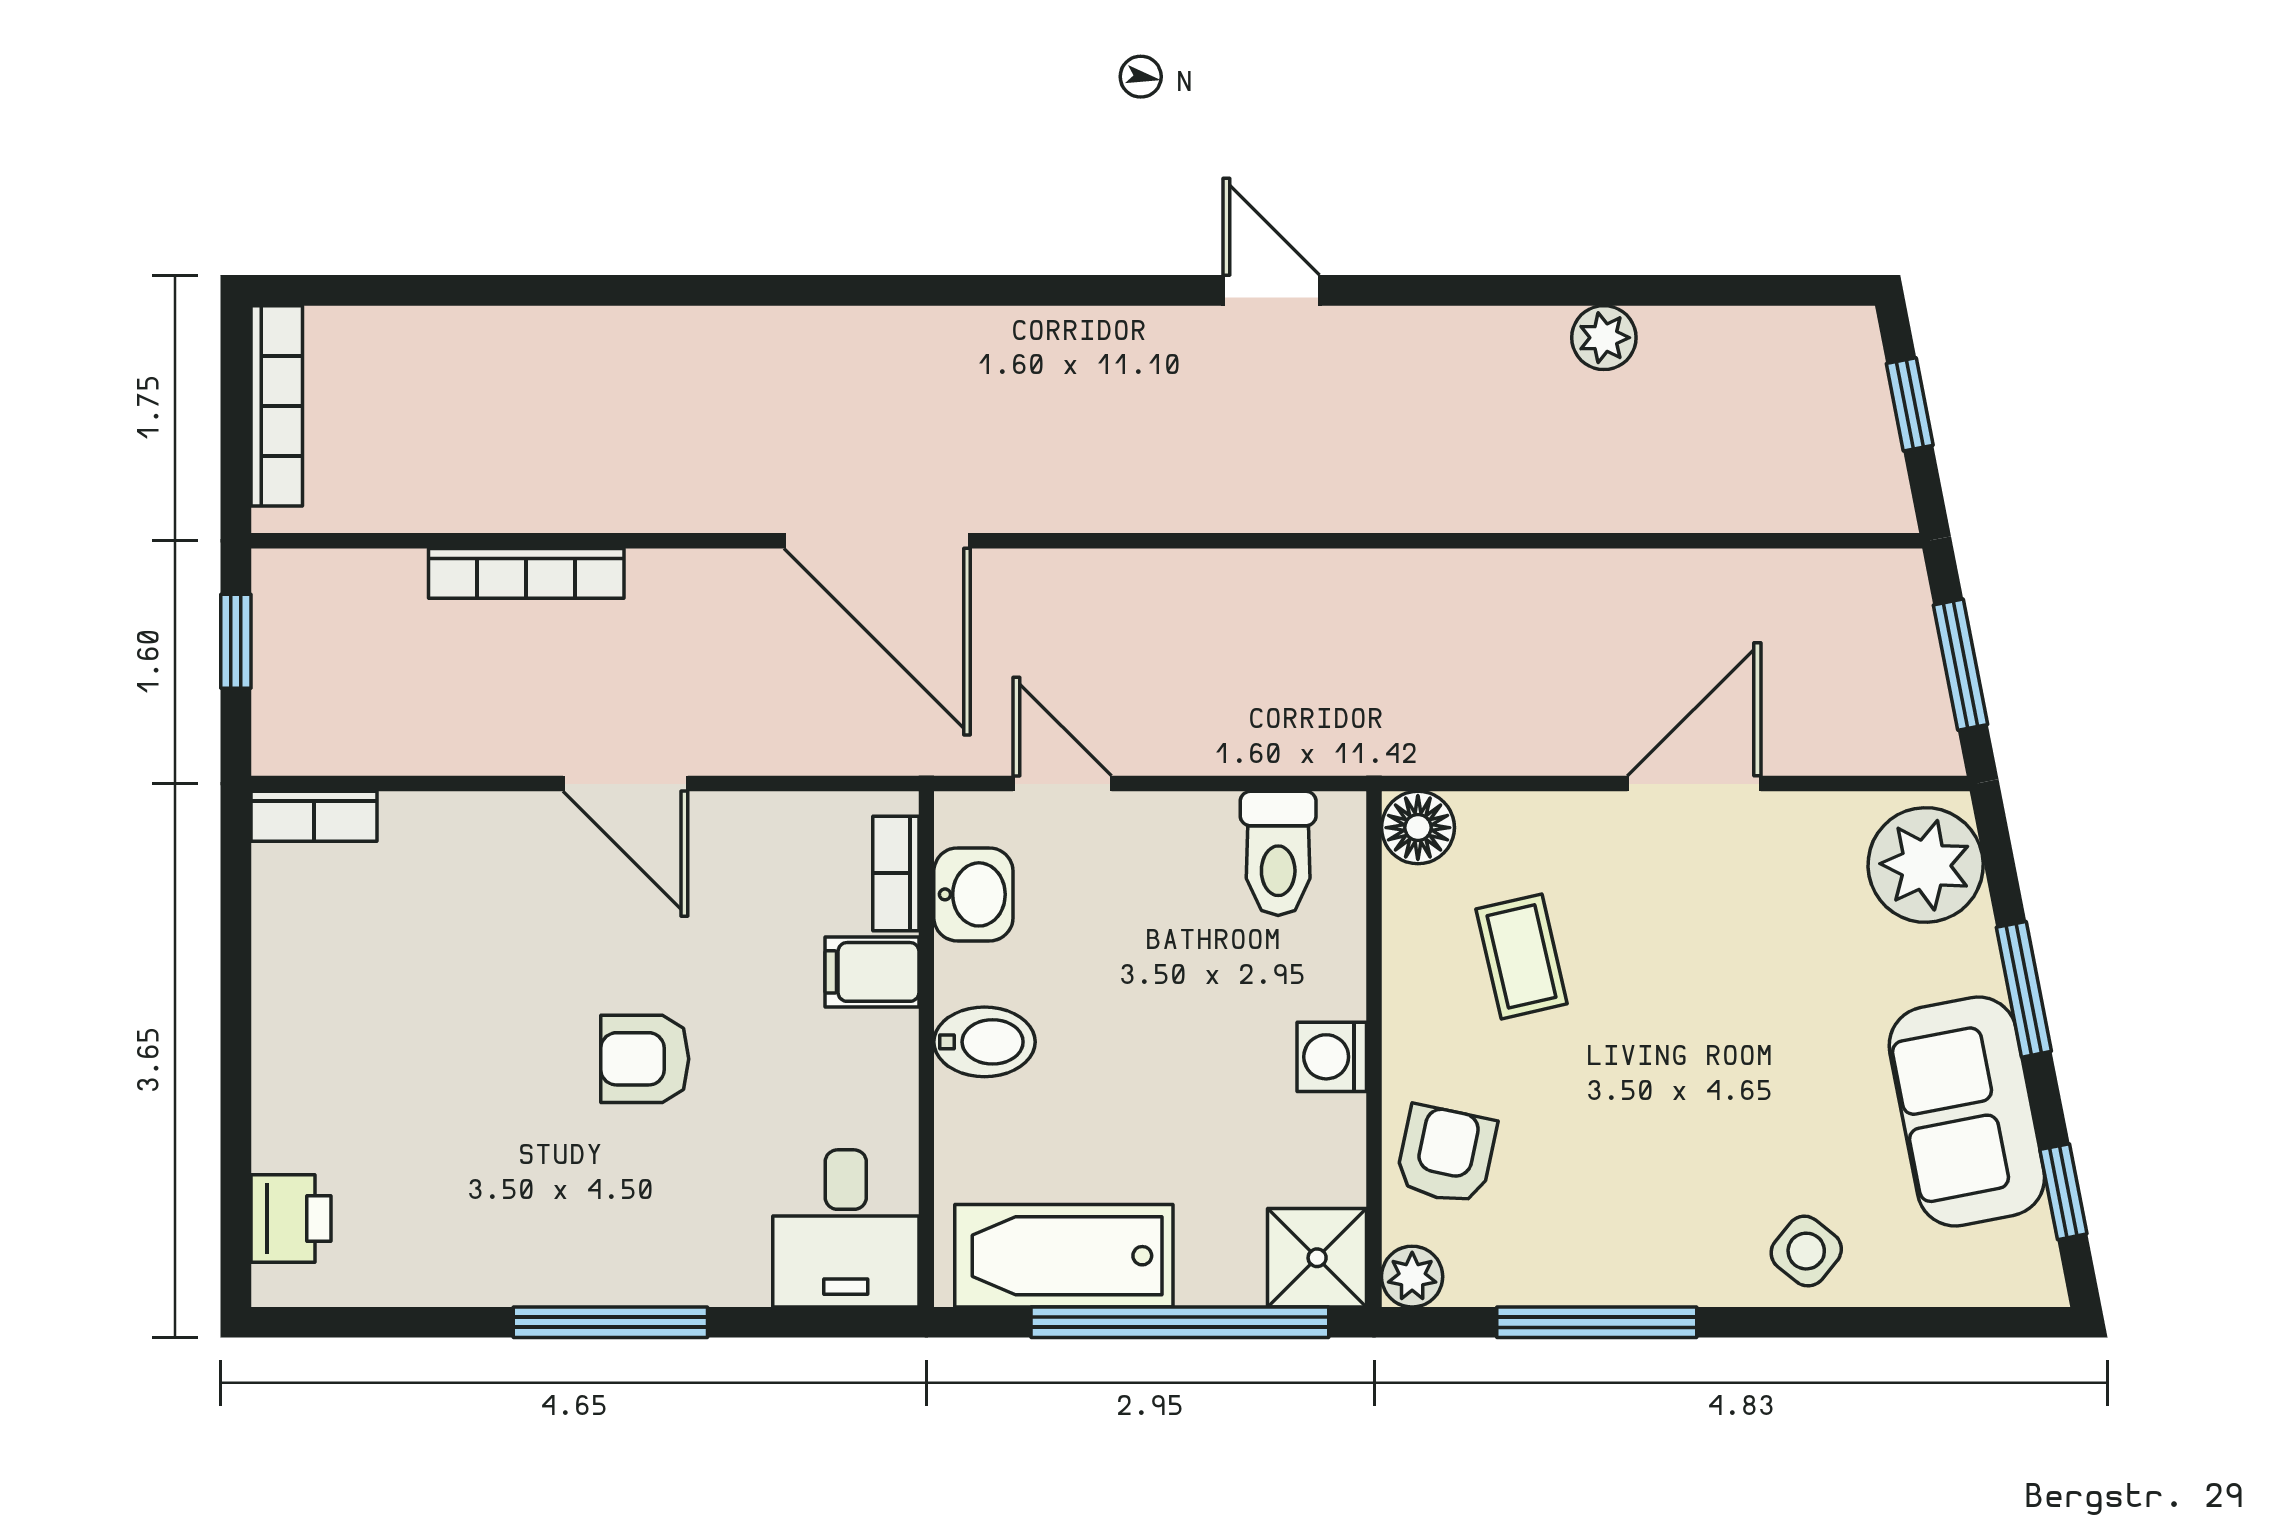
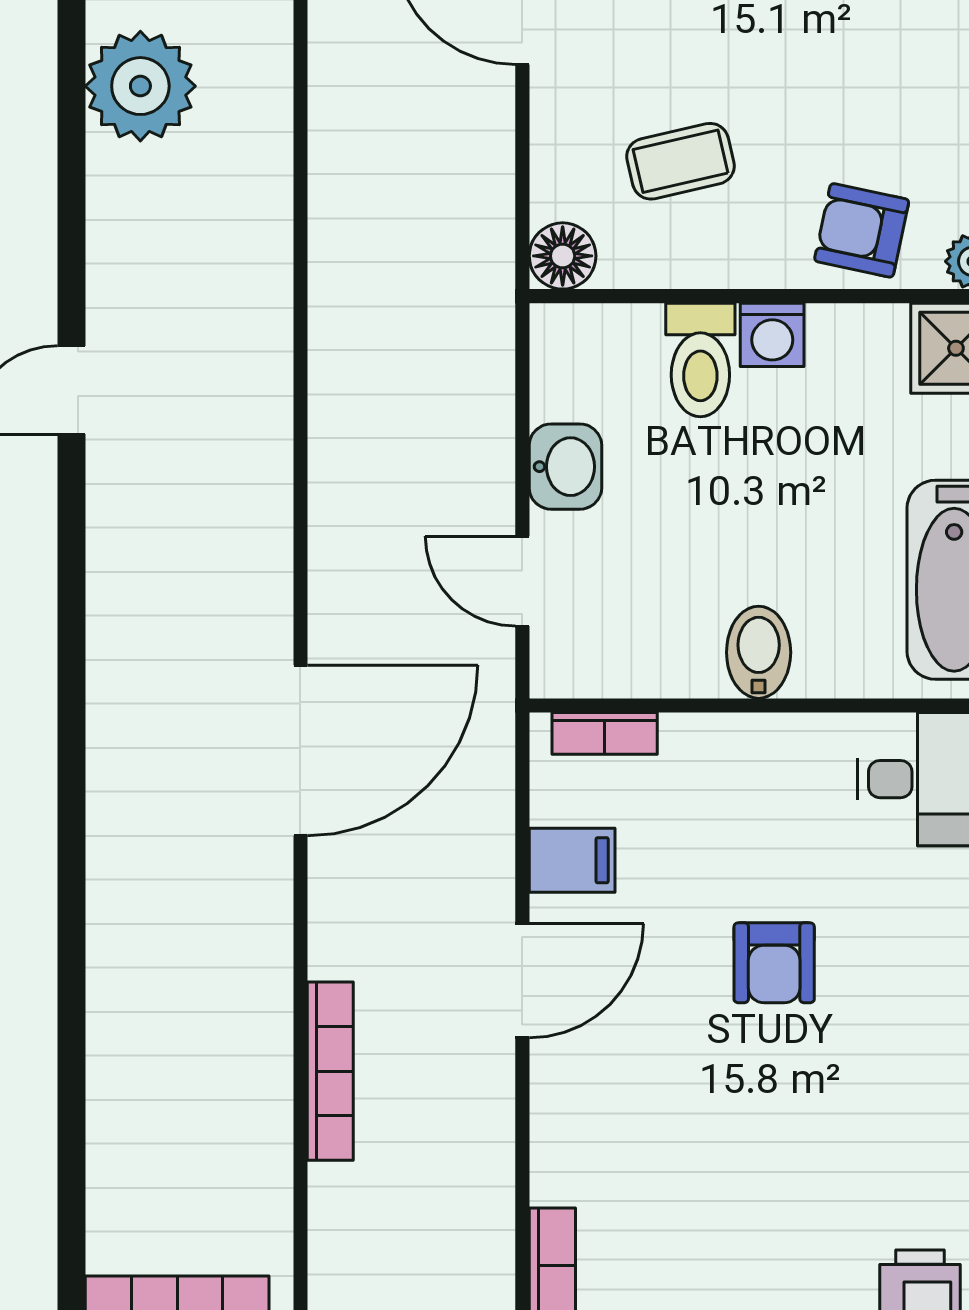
plant: (1604, 338) -> (140, 86), width x1.88, depth x1.88
door: (1062, 784) -> (522, 581), hinge flipped
toilet: (1278, 853) -> (700, 360), moved, turned 90
washbasin: (973, 894) -> (565, 467), moved, turned 90
filing cabinet: (872, 972) -> (572, 860), moved, turned -90

